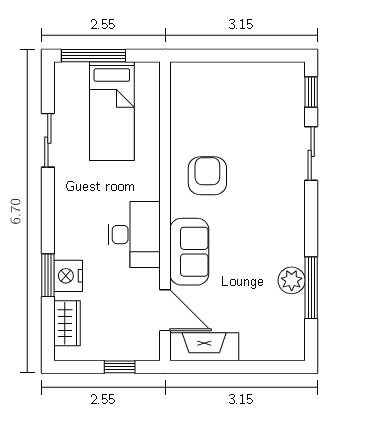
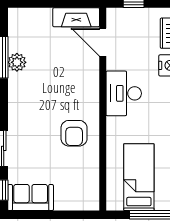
sofa: (189, 252) -> (31, 198), moved, turned 90

